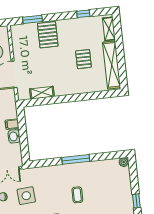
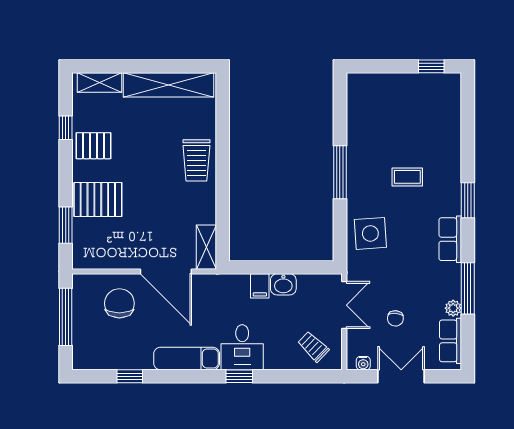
pallet: (83, 59) -> (93, 146), moved
trolley: (74, 84) -> (196, 160), added
shelving: (42, 93) -> (206, 247), moved
plant: (124, 162) -> (355, 82), removed
side table: (26, 196) -> (370, 233), moved

